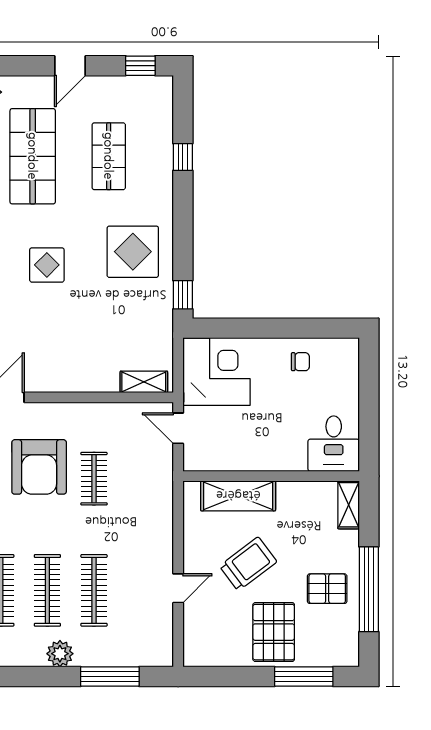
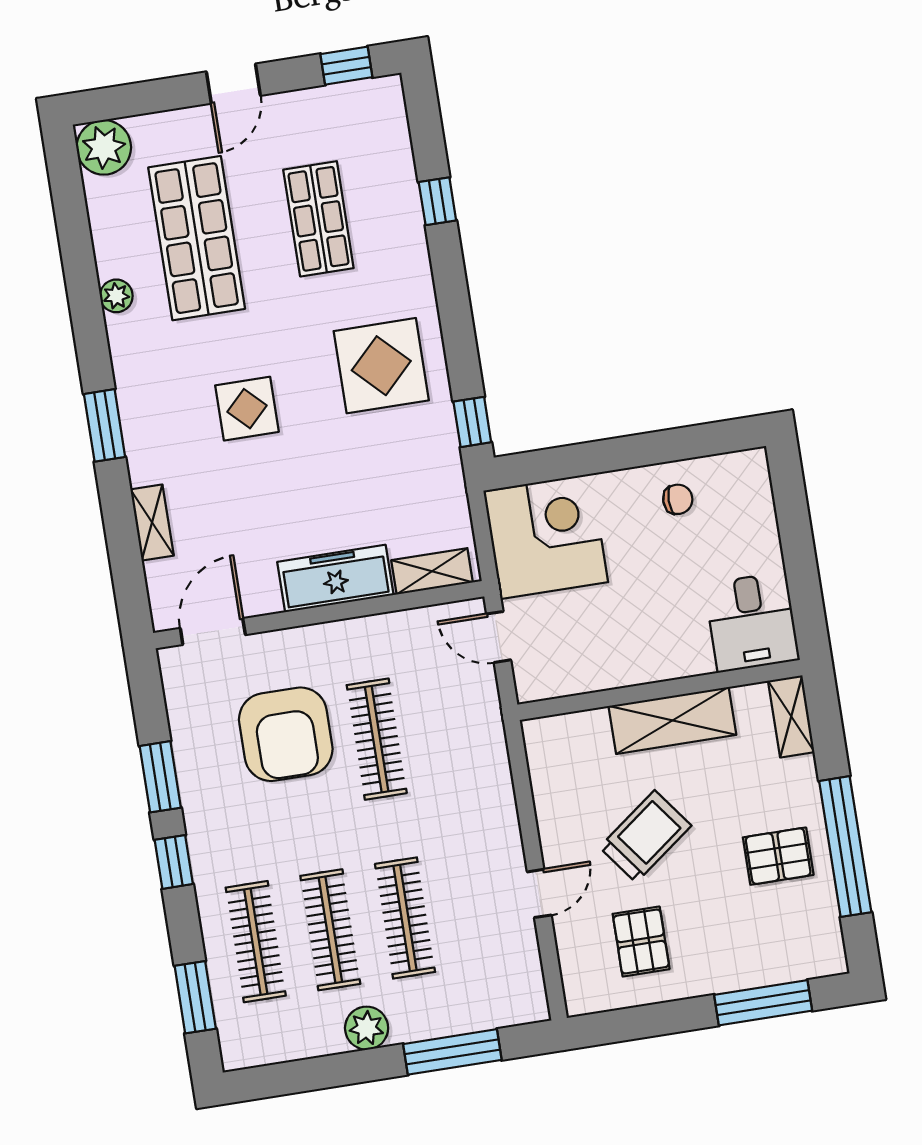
freezer: (84, 377) -> (335, 578), added
clothes rail: (94, 479) -> (377, 739), width x1.36
shelving: (238, 496) -> (672, 720), moved
pallet: (274, 632) -> (641, 941), moved, width x0.67, depth x0.71

